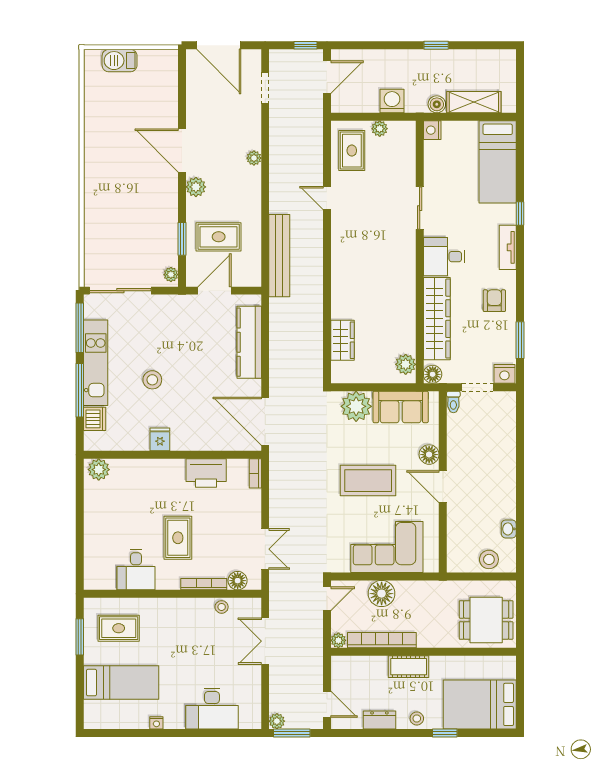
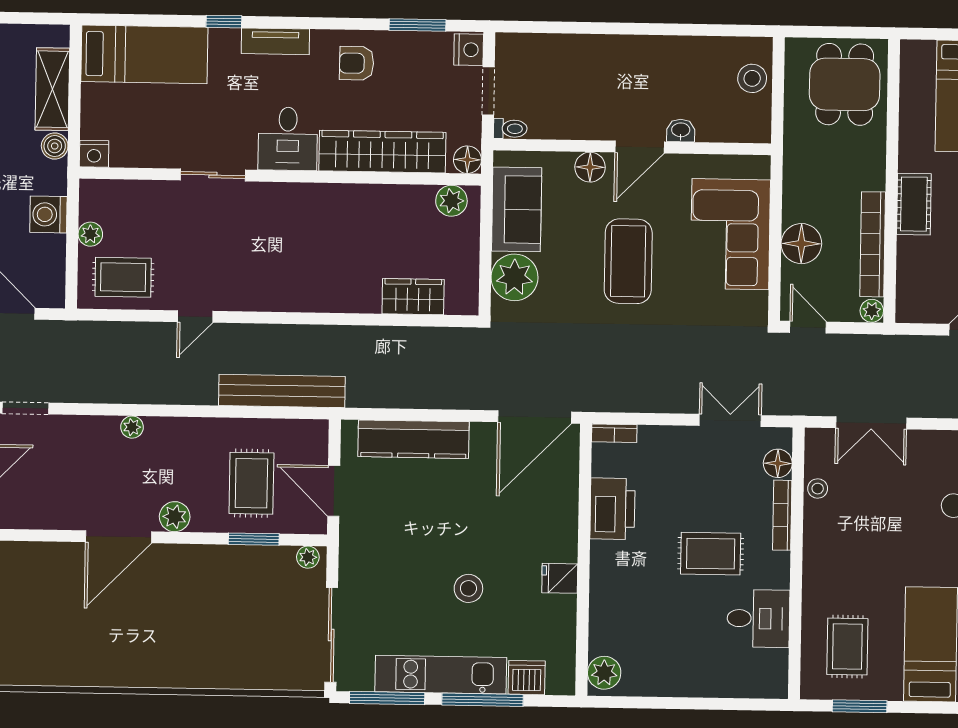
washbasin: (509, 529) -> (681, 130), moved, turned 180

